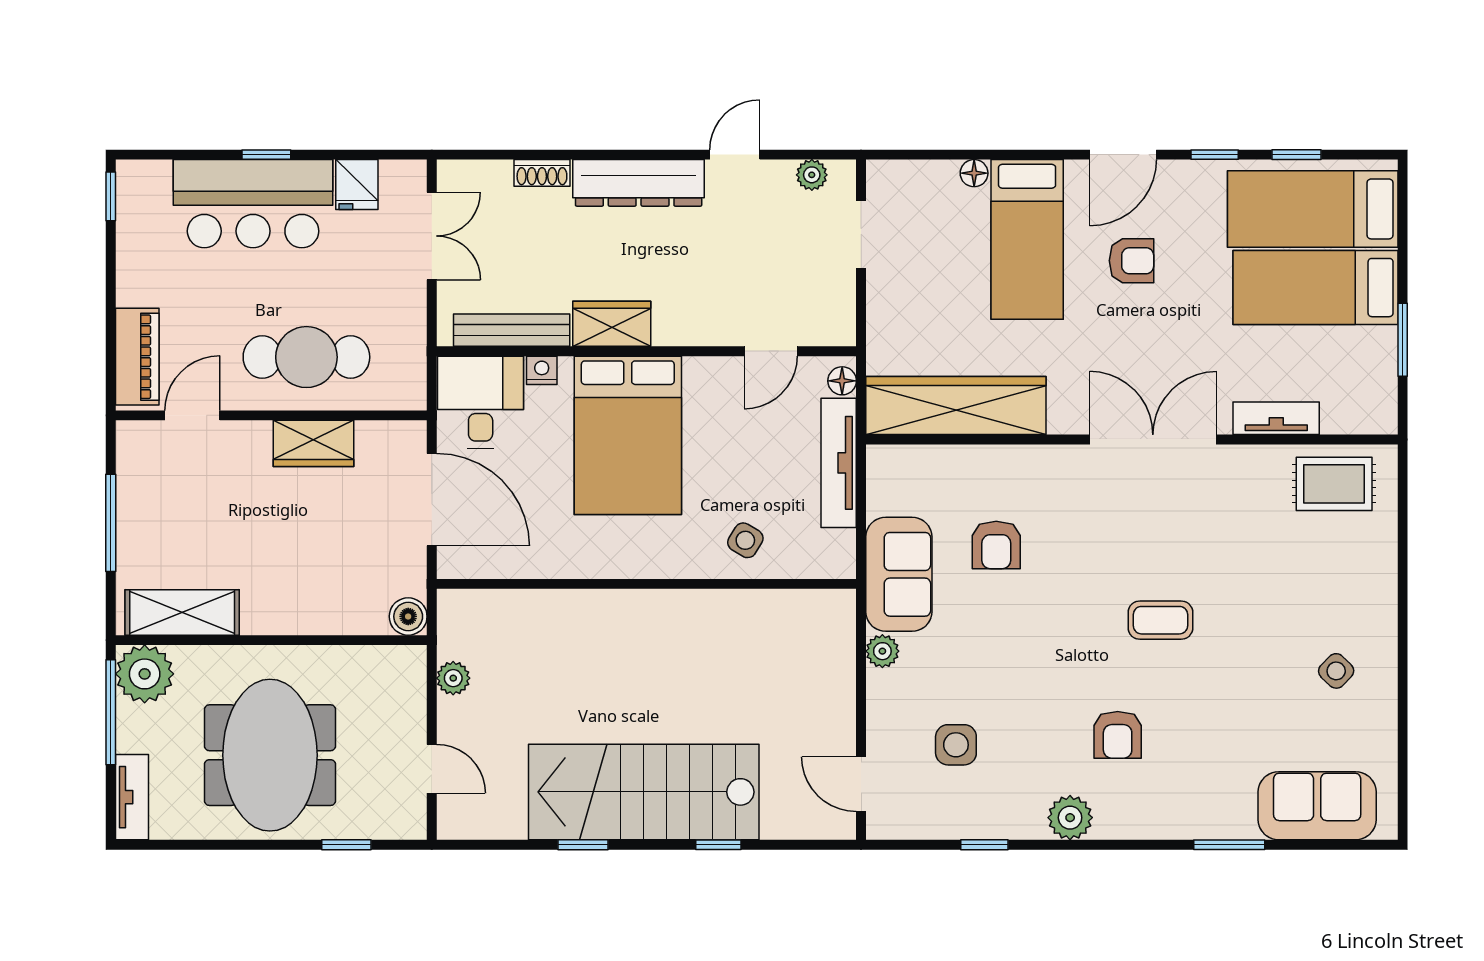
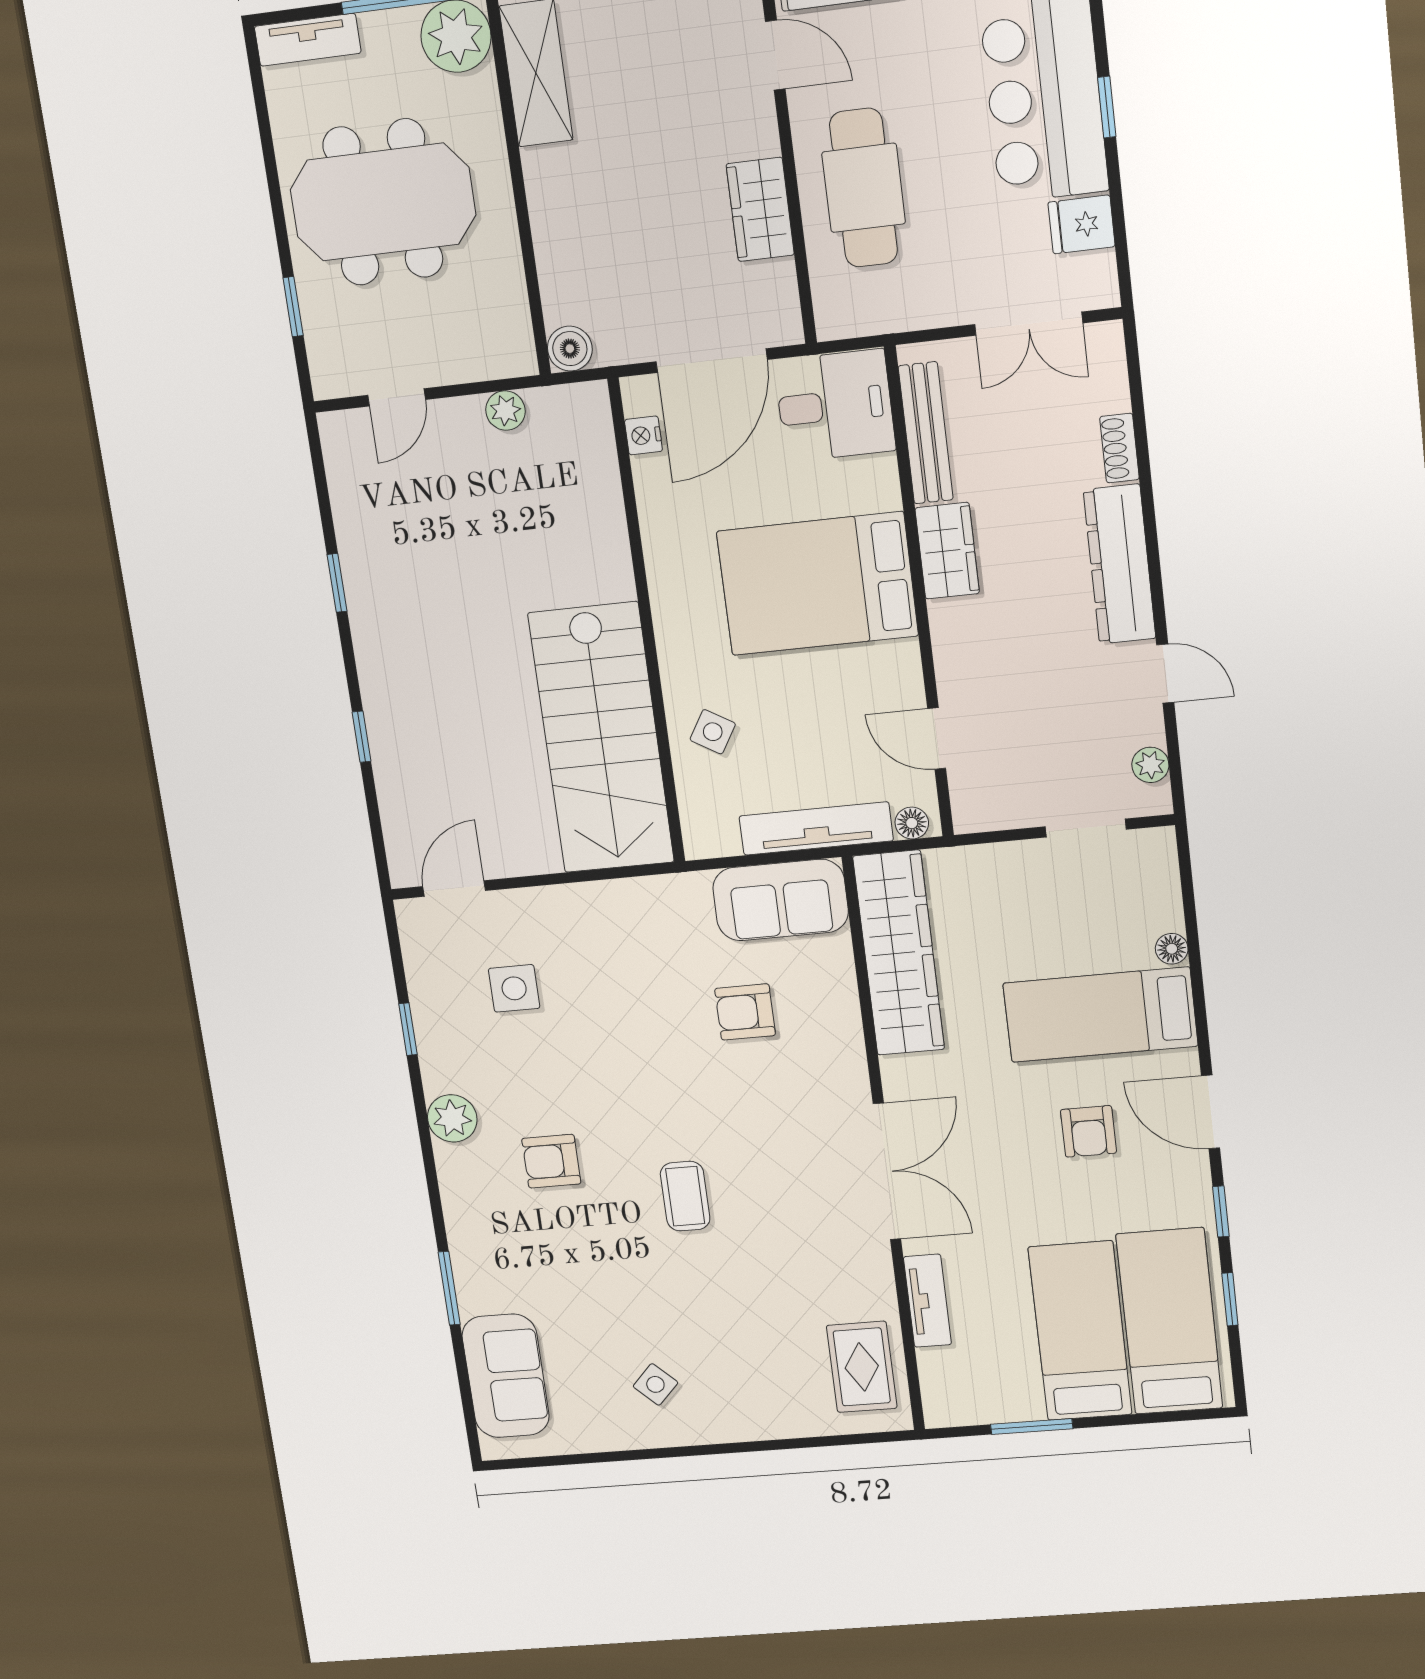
nightstand: (542, 370) -> (643, 435), moved, turned 180
sofa: (899, 574) -> (781, 900), moved
plant: (882, 651) -> (607, 898), removed
stairs: (644, 792) -> (601, 738), moved, turned 180

